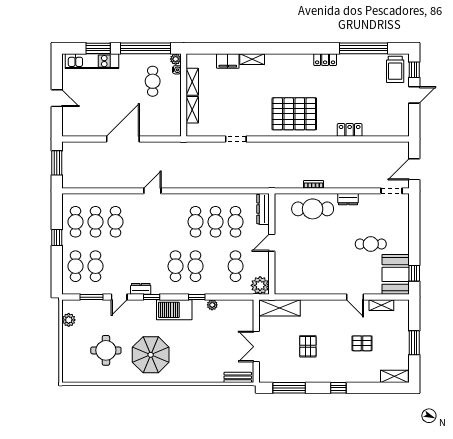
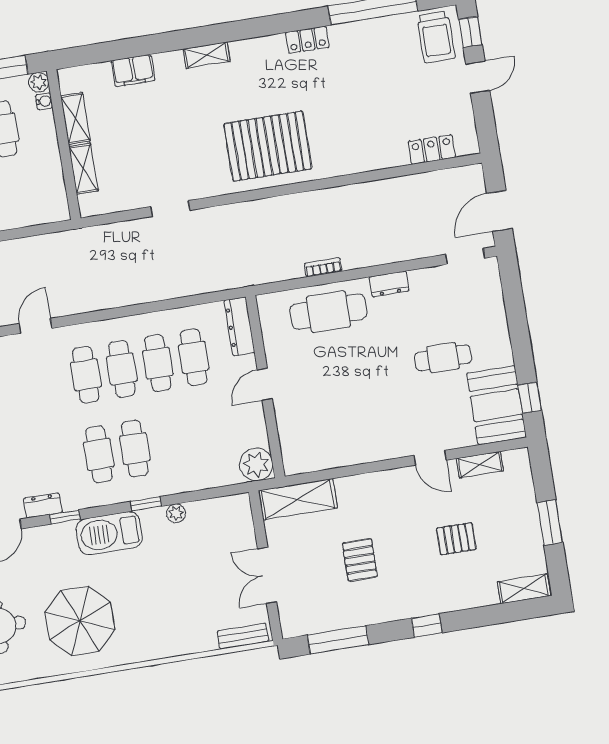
shelving: (252, 59) -> (207, 55), moved
locker: (350, 130) -> (432, 149), moved
cafe table: (236, 266) -> (86, 375), moved

